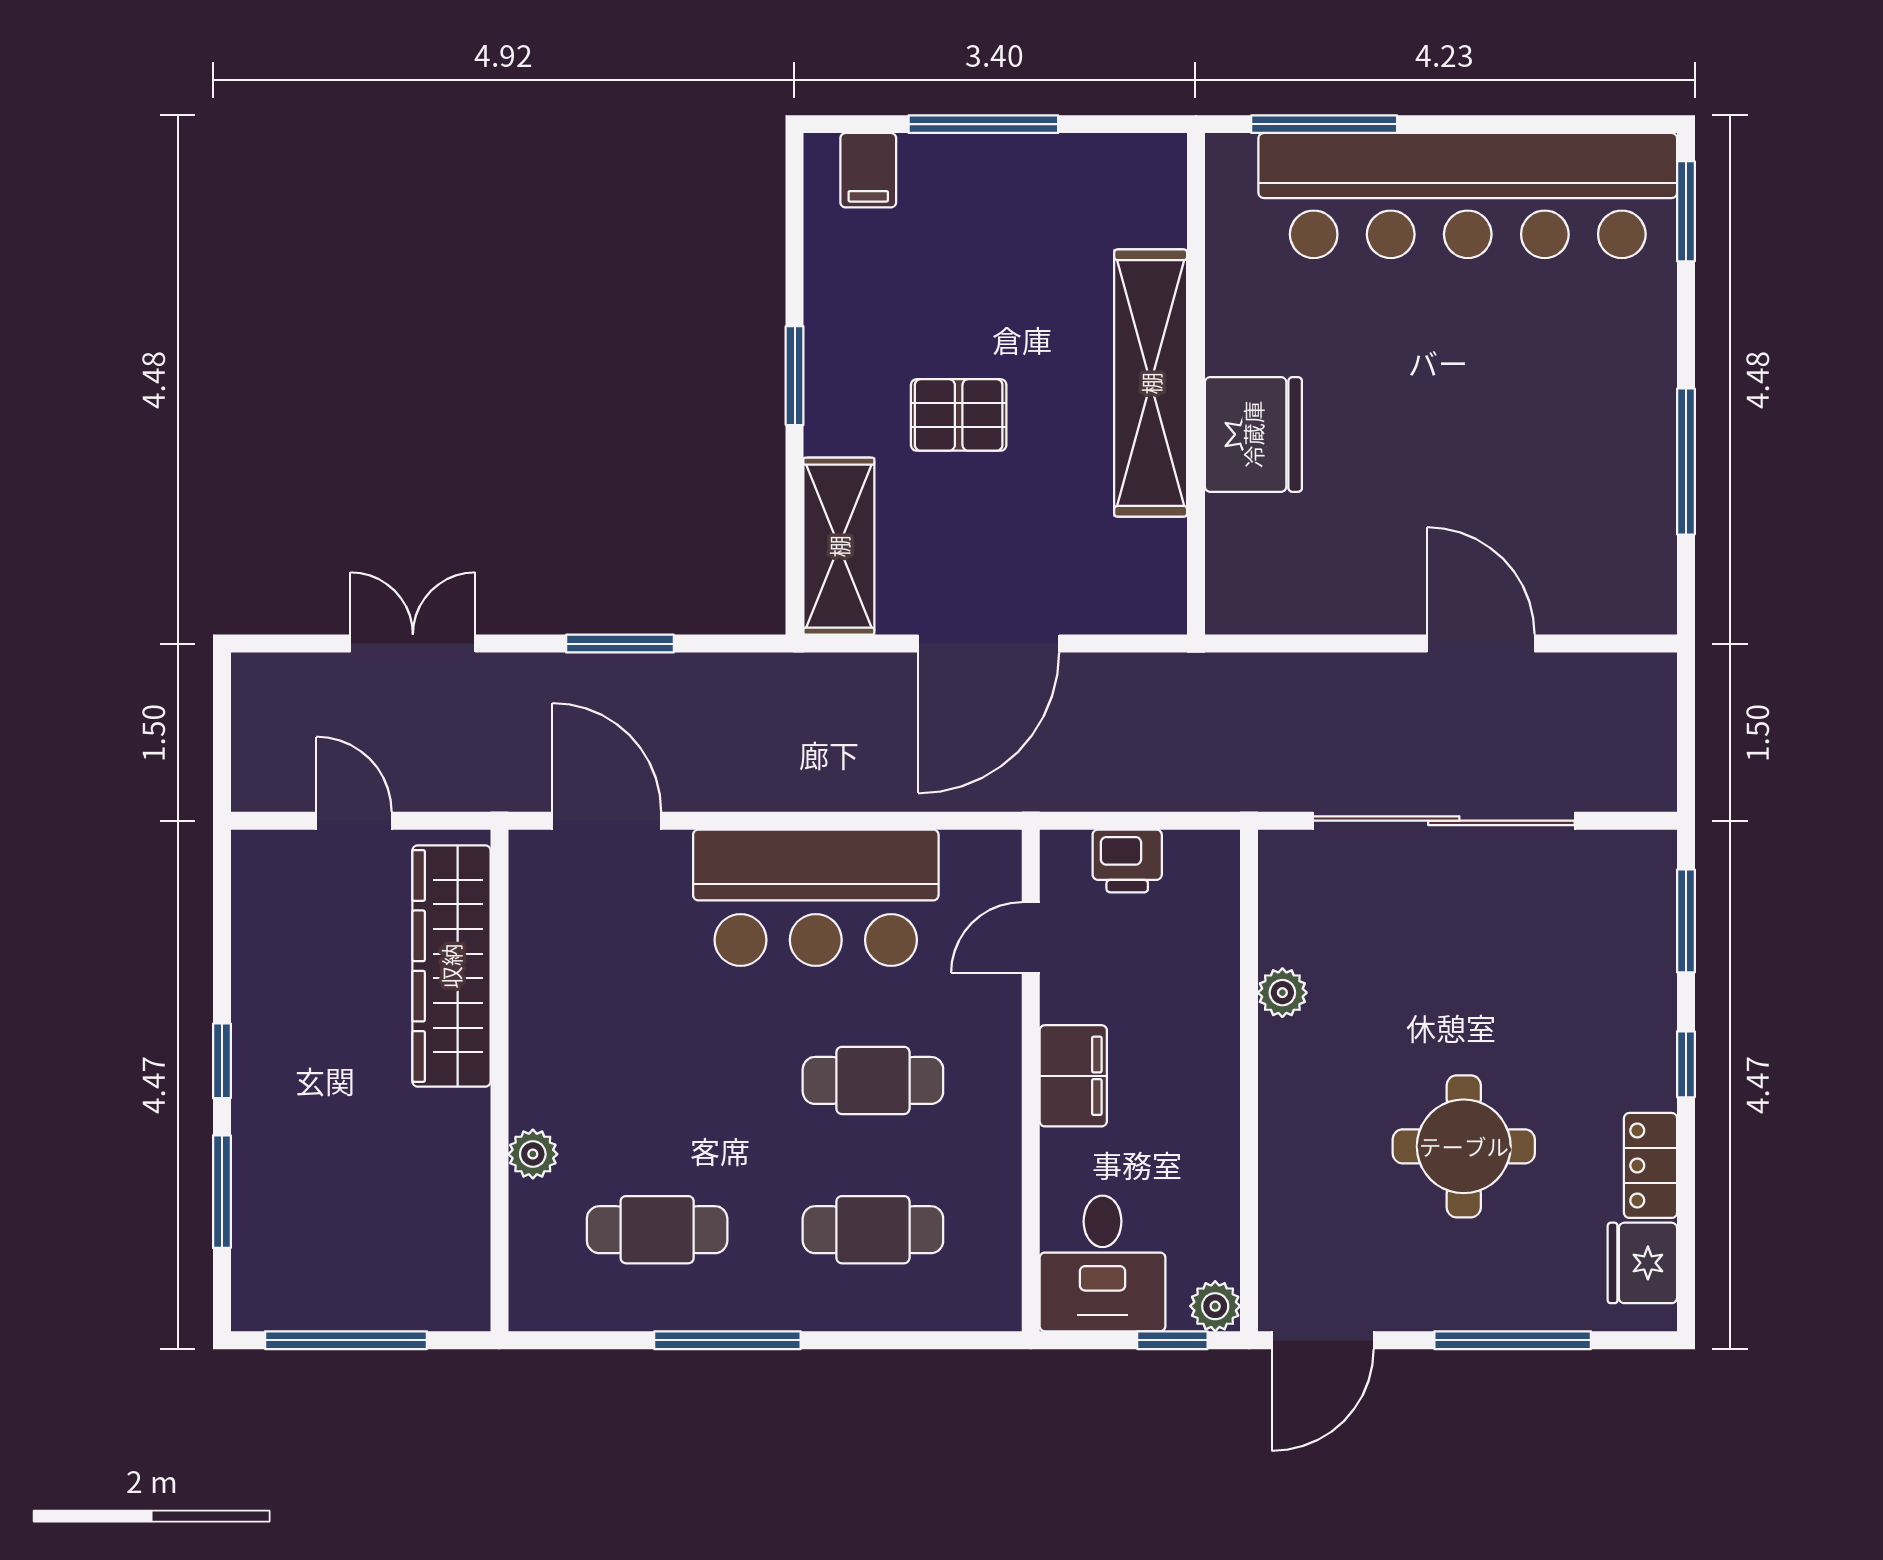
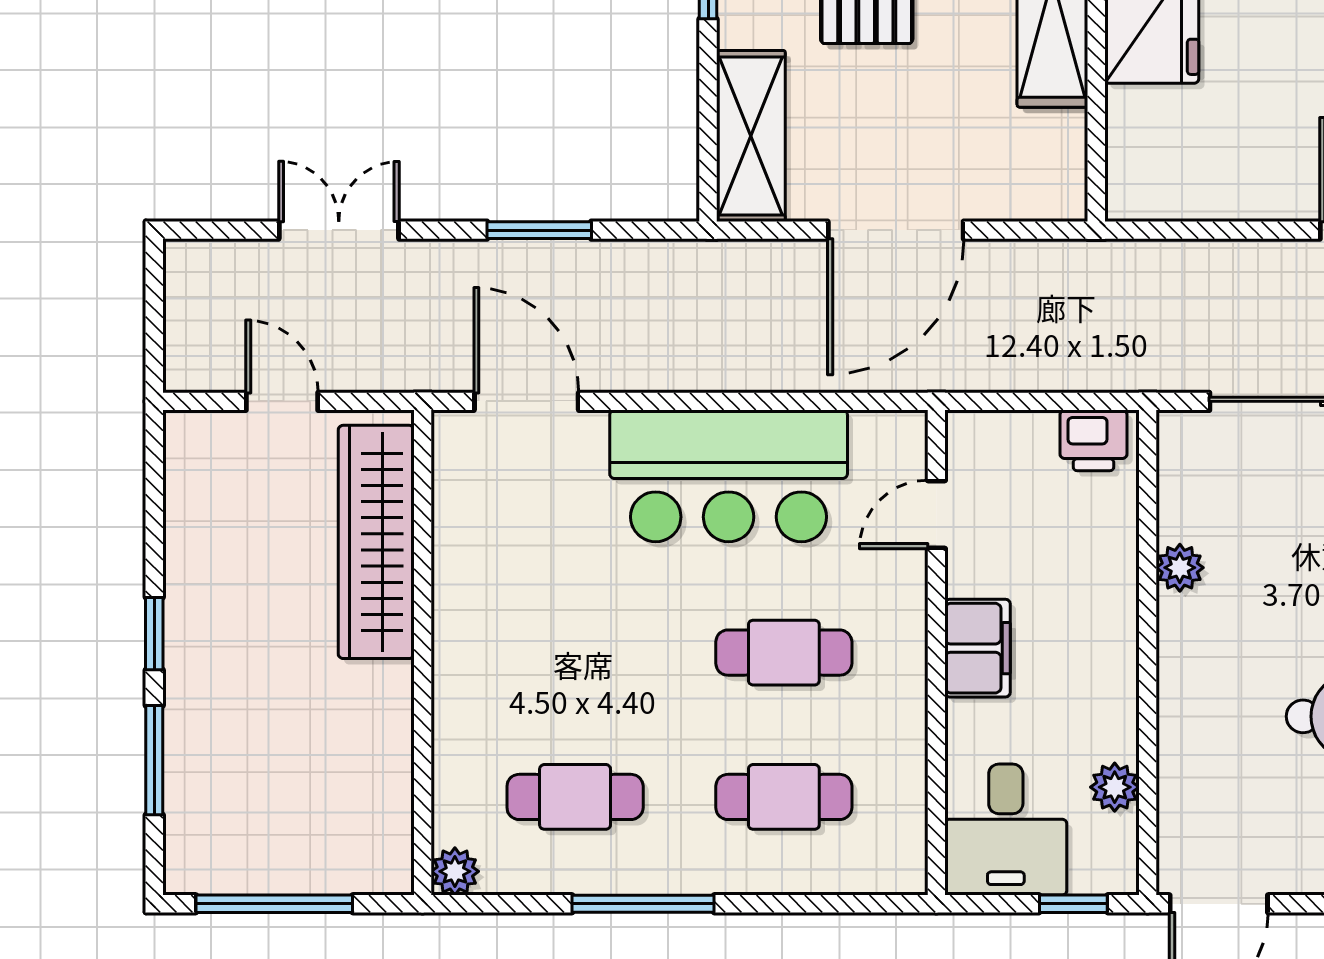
printer: (1127, 861) -> (1093, 440), moved
plant: (533, 1154) -> (455, 871), moved
plant: (1215, 1306) -> (1115, 787), moved

